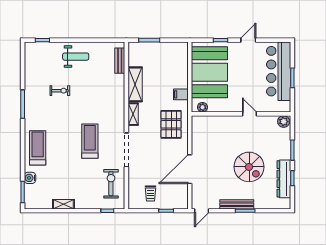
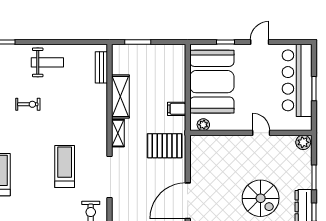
pallet: (171, 124) -> (165, 146), turned 90

